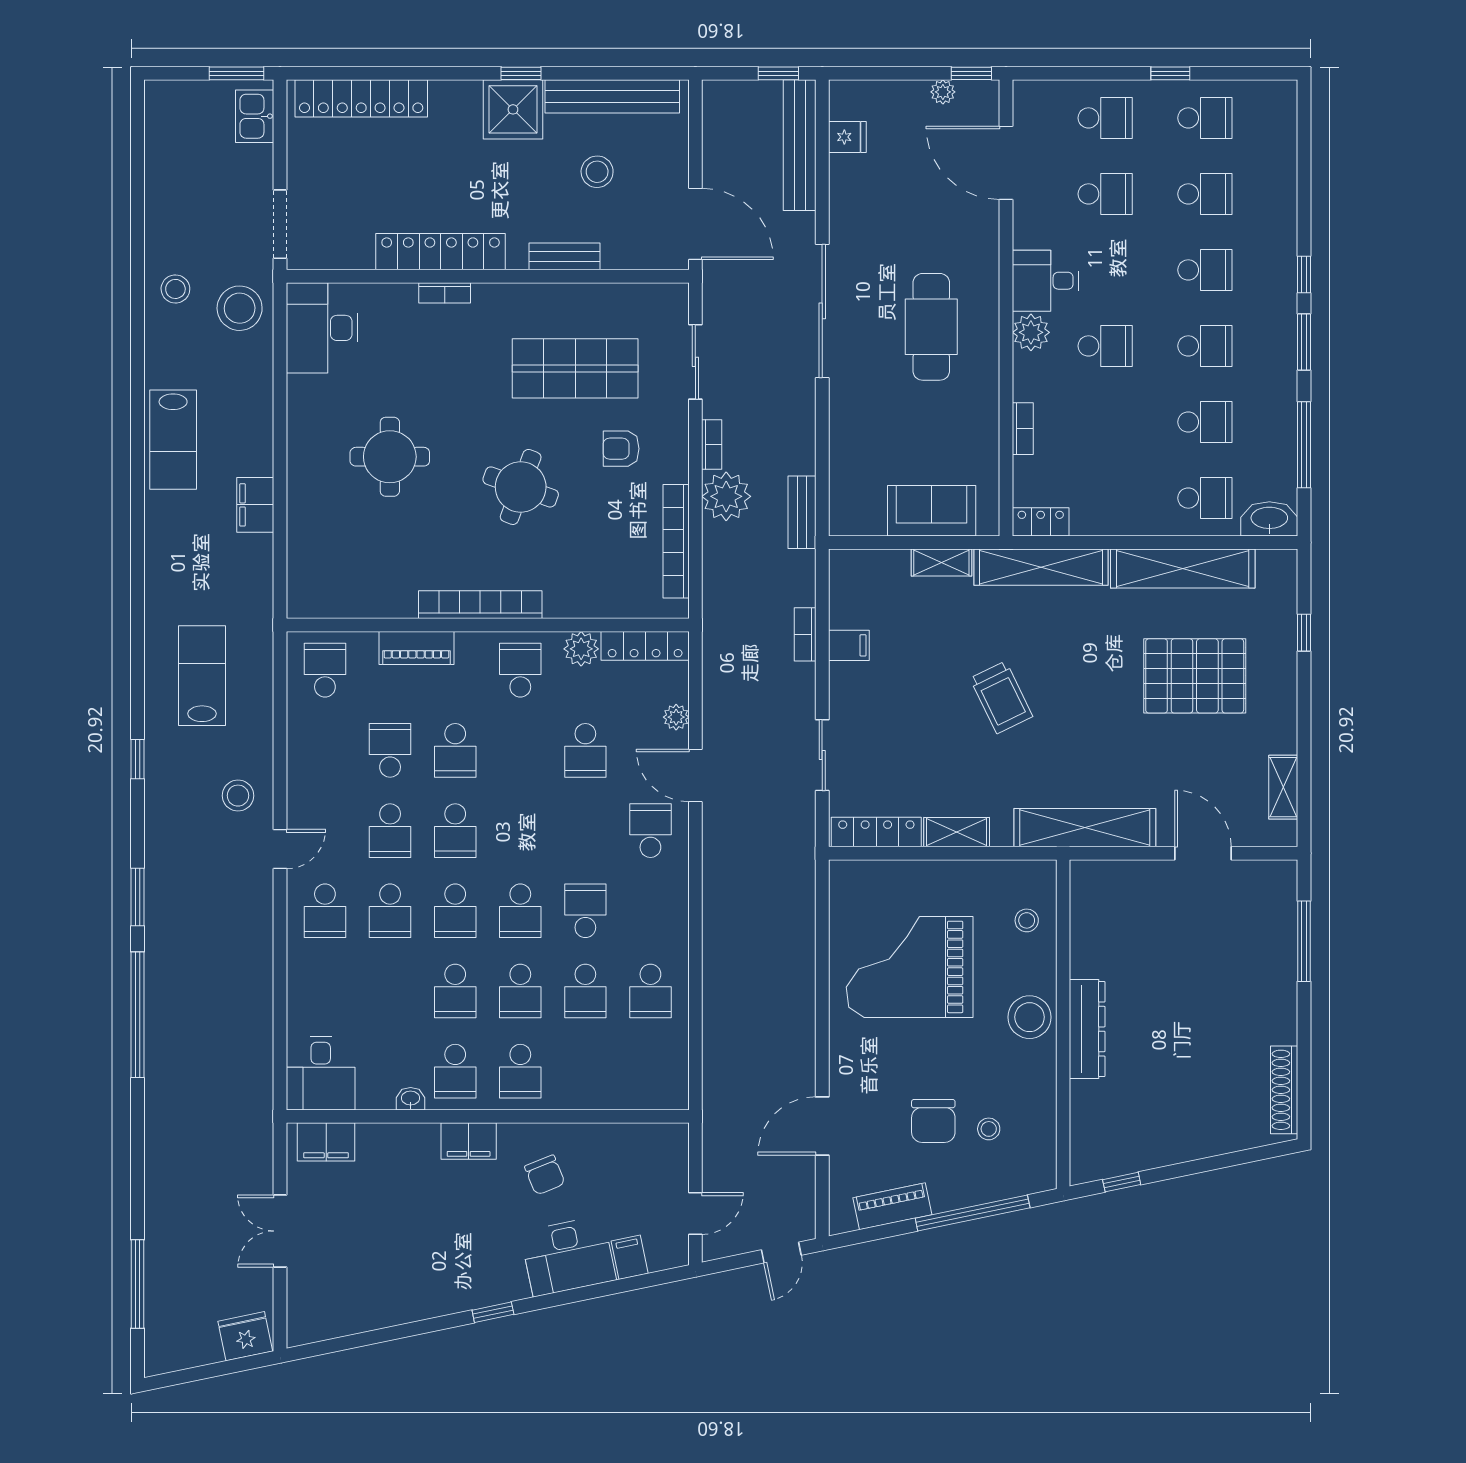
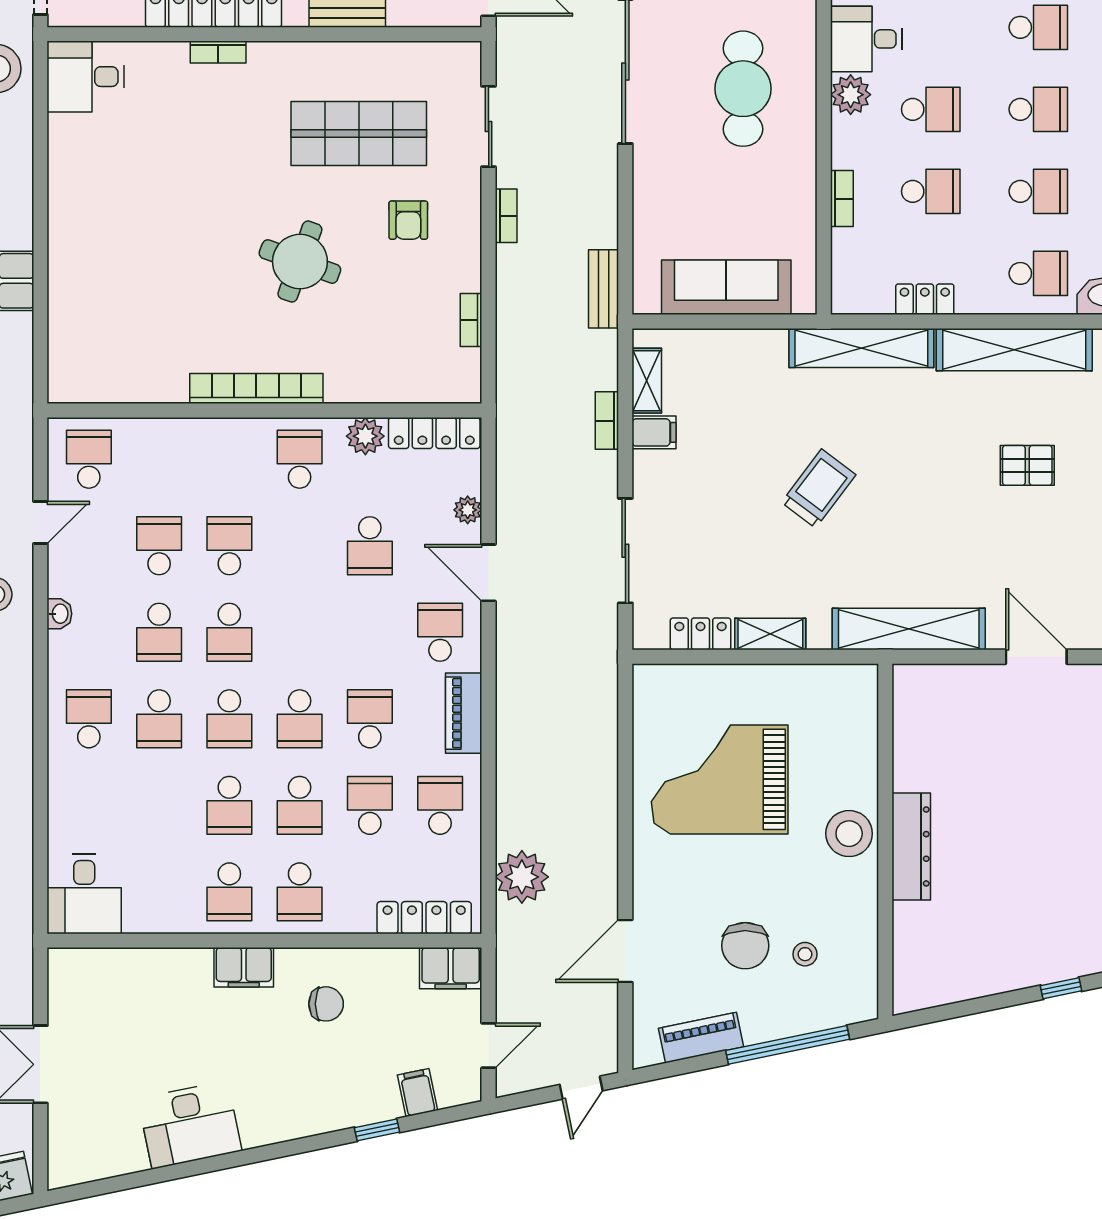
desk: (322, 328) -> (86, 77), width x0.73
school desk: (1105, 422) -> (931, 191), added
armchair: (621, 449) -> (408, 220), turned -90
round table: (390, 457) -> (159, 229), removed
plant: (726, 496) -> (522, 877), moved
sofa: (932, 511) -> (726, 287), width x1.36
locker: (1041, 522) -> (925, 299), moved
bookcase: (676, 541) -> (471, 320), width x0.43, depth x0.76
shelving: (941, 562) -> (647, 381), moved, turned 90
piano: (416, 648) -> (464, 713), moved, turned 90
pallet: (1195, 676) -> (1027, 465), width x0.49, depth x0.50
trolley: (1001, 697) -> (819, 489), turned -117
school desk: (455, 750) -> (229, 546), turned 180
sliding door: (822, 755) -> (625, 551), width x1.37
locker: (876, 832) -> (700, 634), width x0.66
door: (280, 849) -> (40, 522), moved
school desk: (325, 911) -> (89, 719), turned 180
stool: (1027, 920) -> (846, 729), removed
school desk: (585, 991) -> (370, 805), turned 180
school desk: (650, 991) -> (440, 805), turned 180
locker: (636, 1095) -> (424, 918), added
washbasin: (411, 1099) -> (59, 614), moved, turned 90
filing cabinet: (326, 1142) -> (451, 968), moved
chair: (545, 1175) -> (326, 1004), turned -68
window: (1122, 1182) -> (1061, 988), moved
desk: (568, 1256) -> (190, 1125), moved
window: (493, 1312) -> (377, 1130), moved

